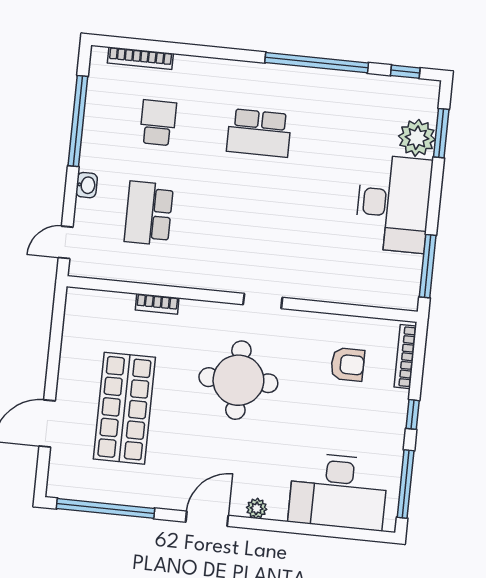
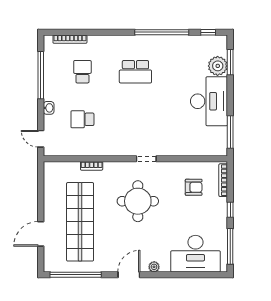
school desk: (149, 213) -> (82, 119), width x0.54
door: (66, 242) -> (41, 139), hinge flipped
shop shelf: (124, 408) -> (80, 222), width x1.40

